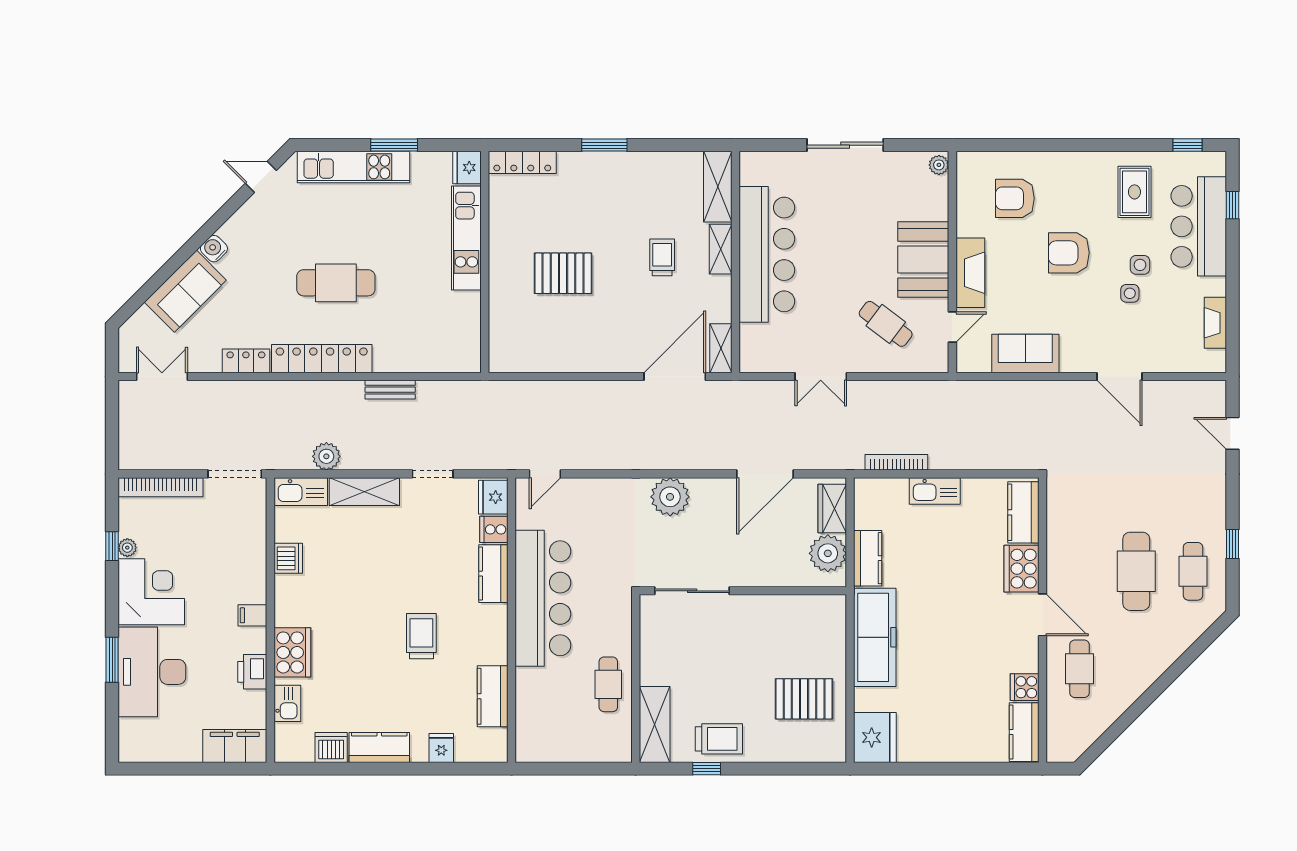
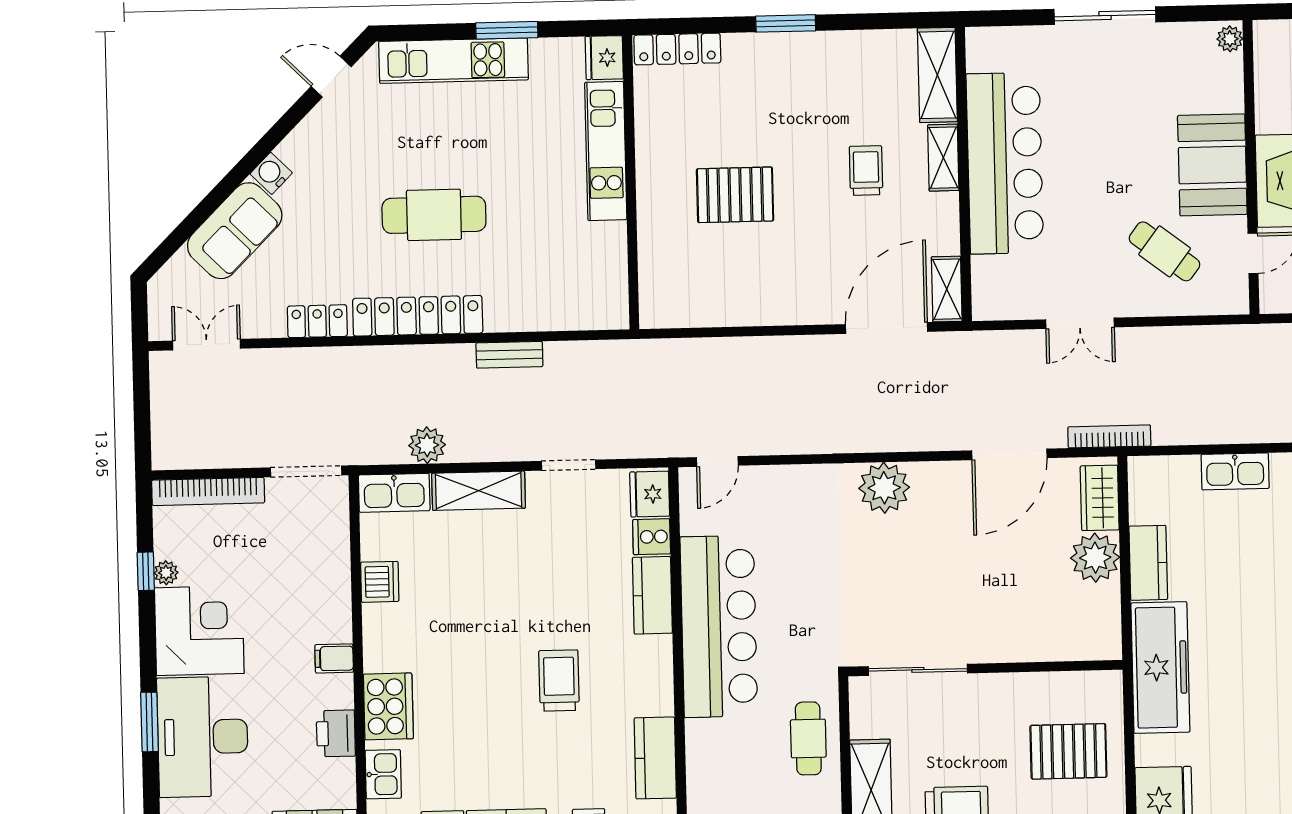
bookcase: (896, 462) -> (1109, 436), moved
sliding door: (692, 591) -> (918, 670), moved
wall: (743, 591) -> (985, 668), moved

